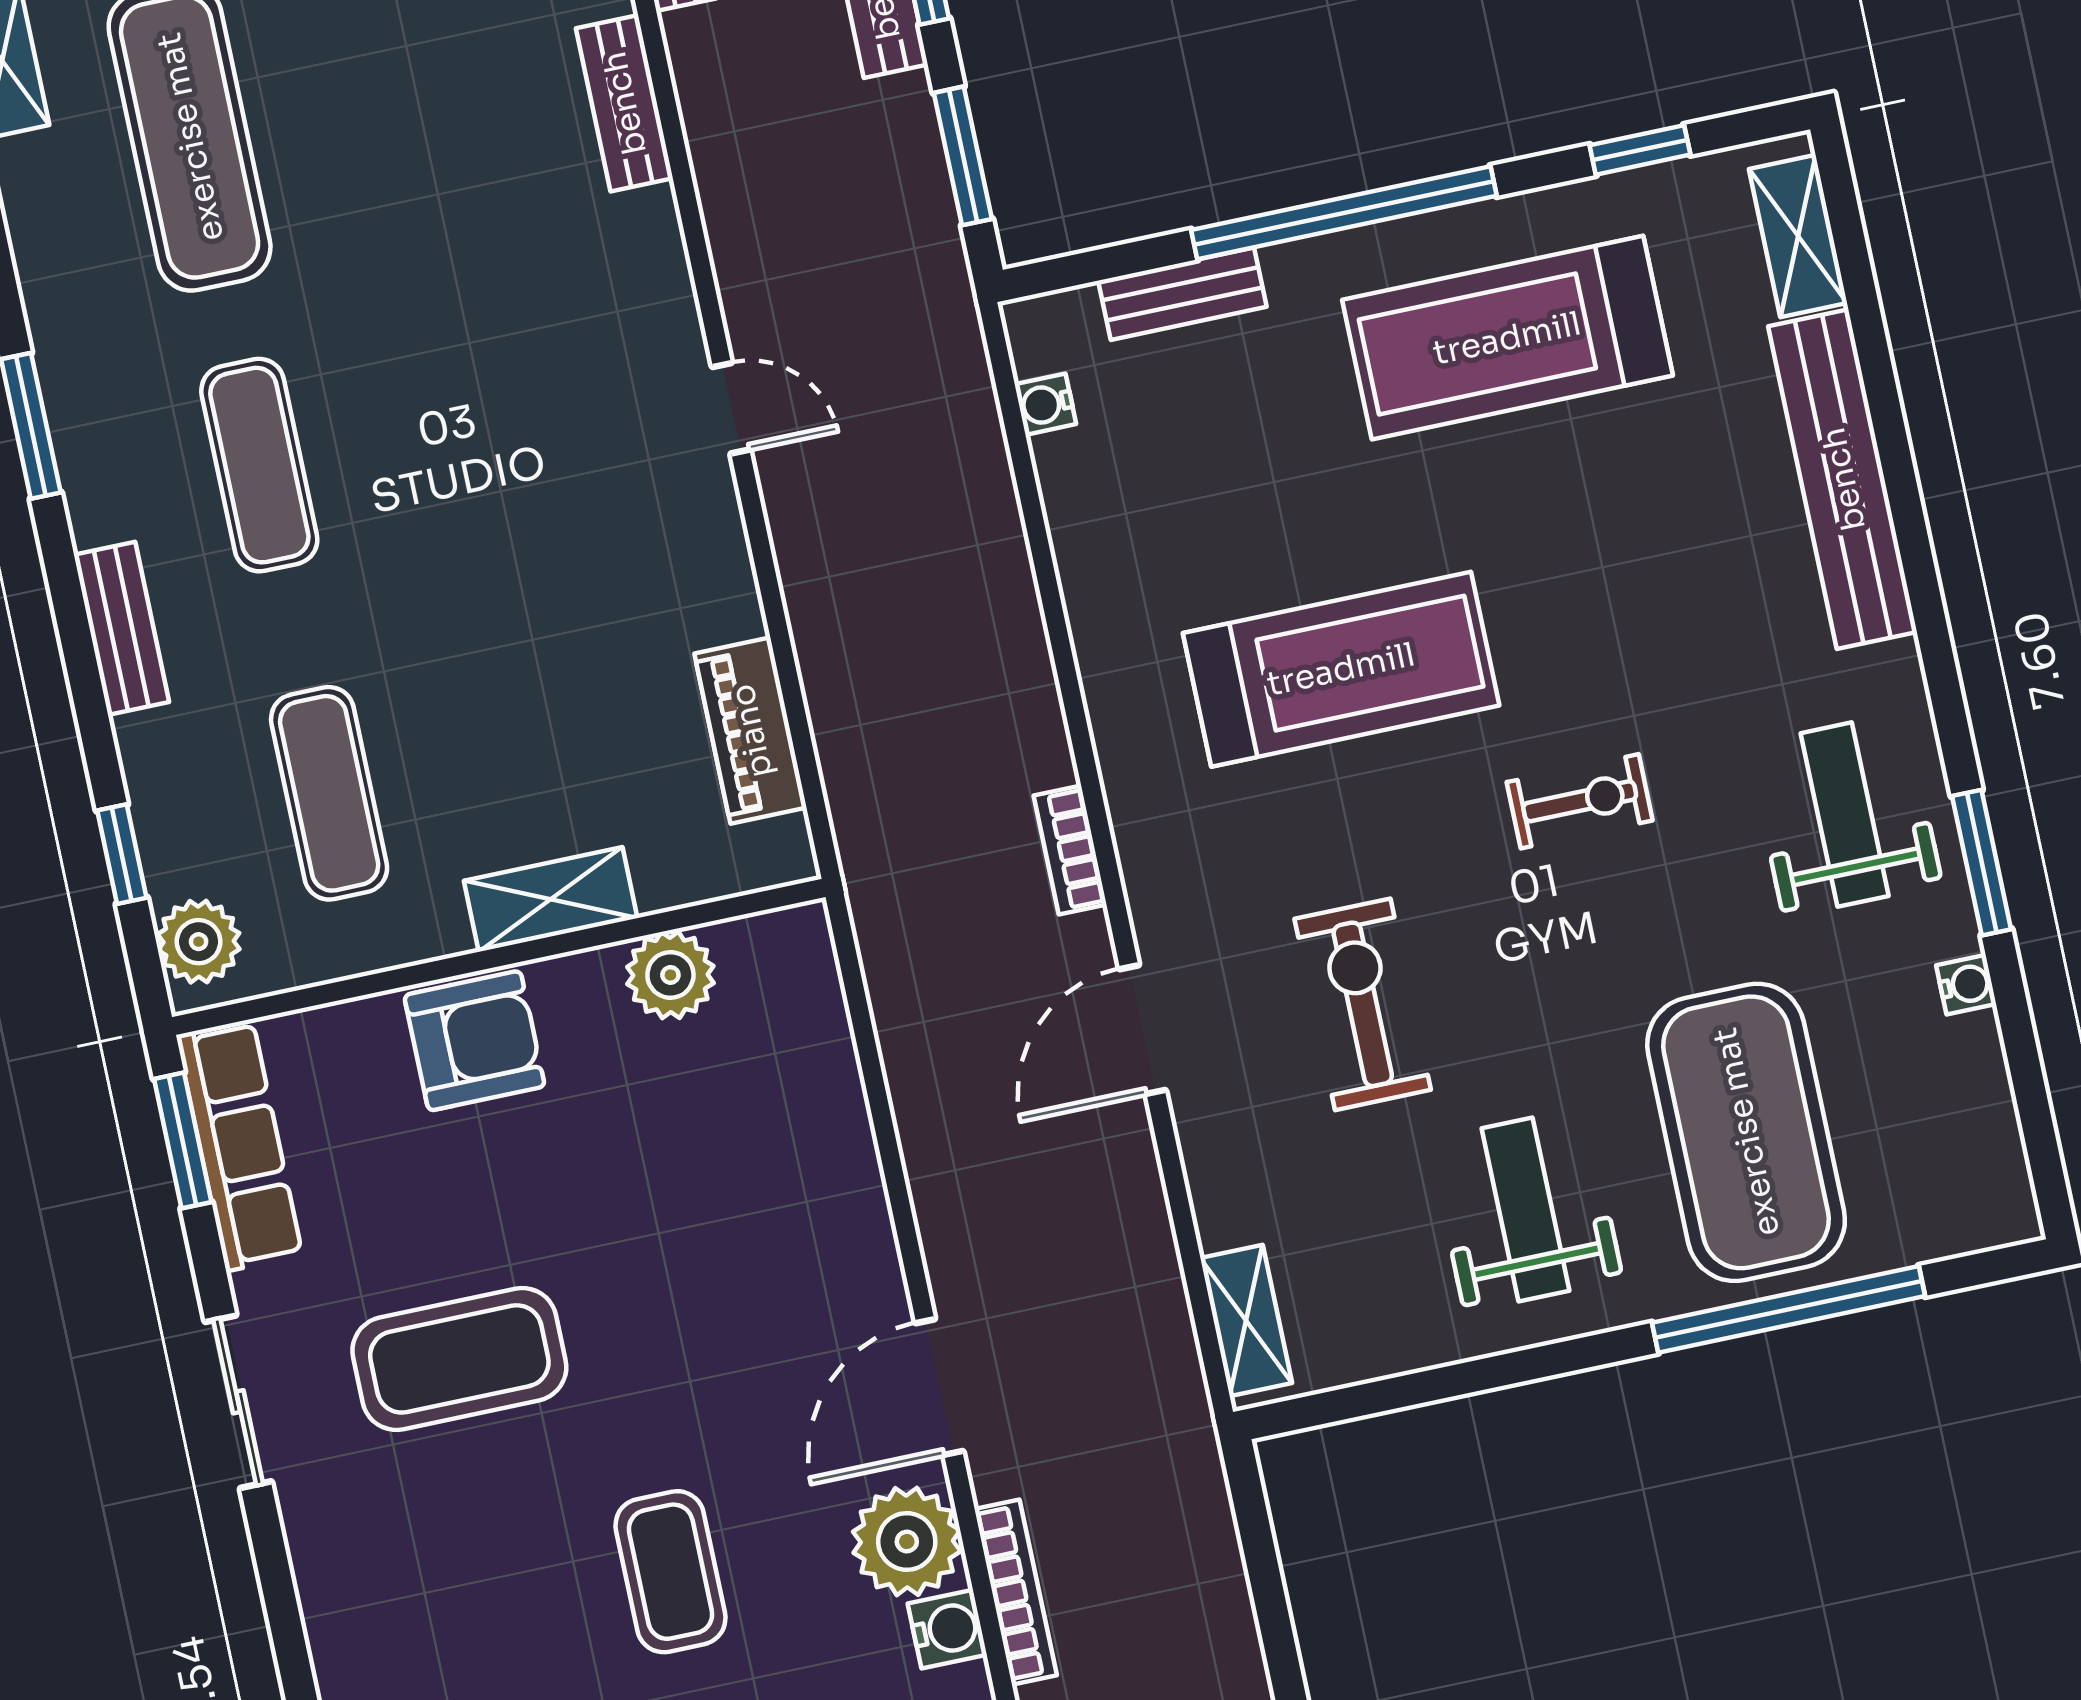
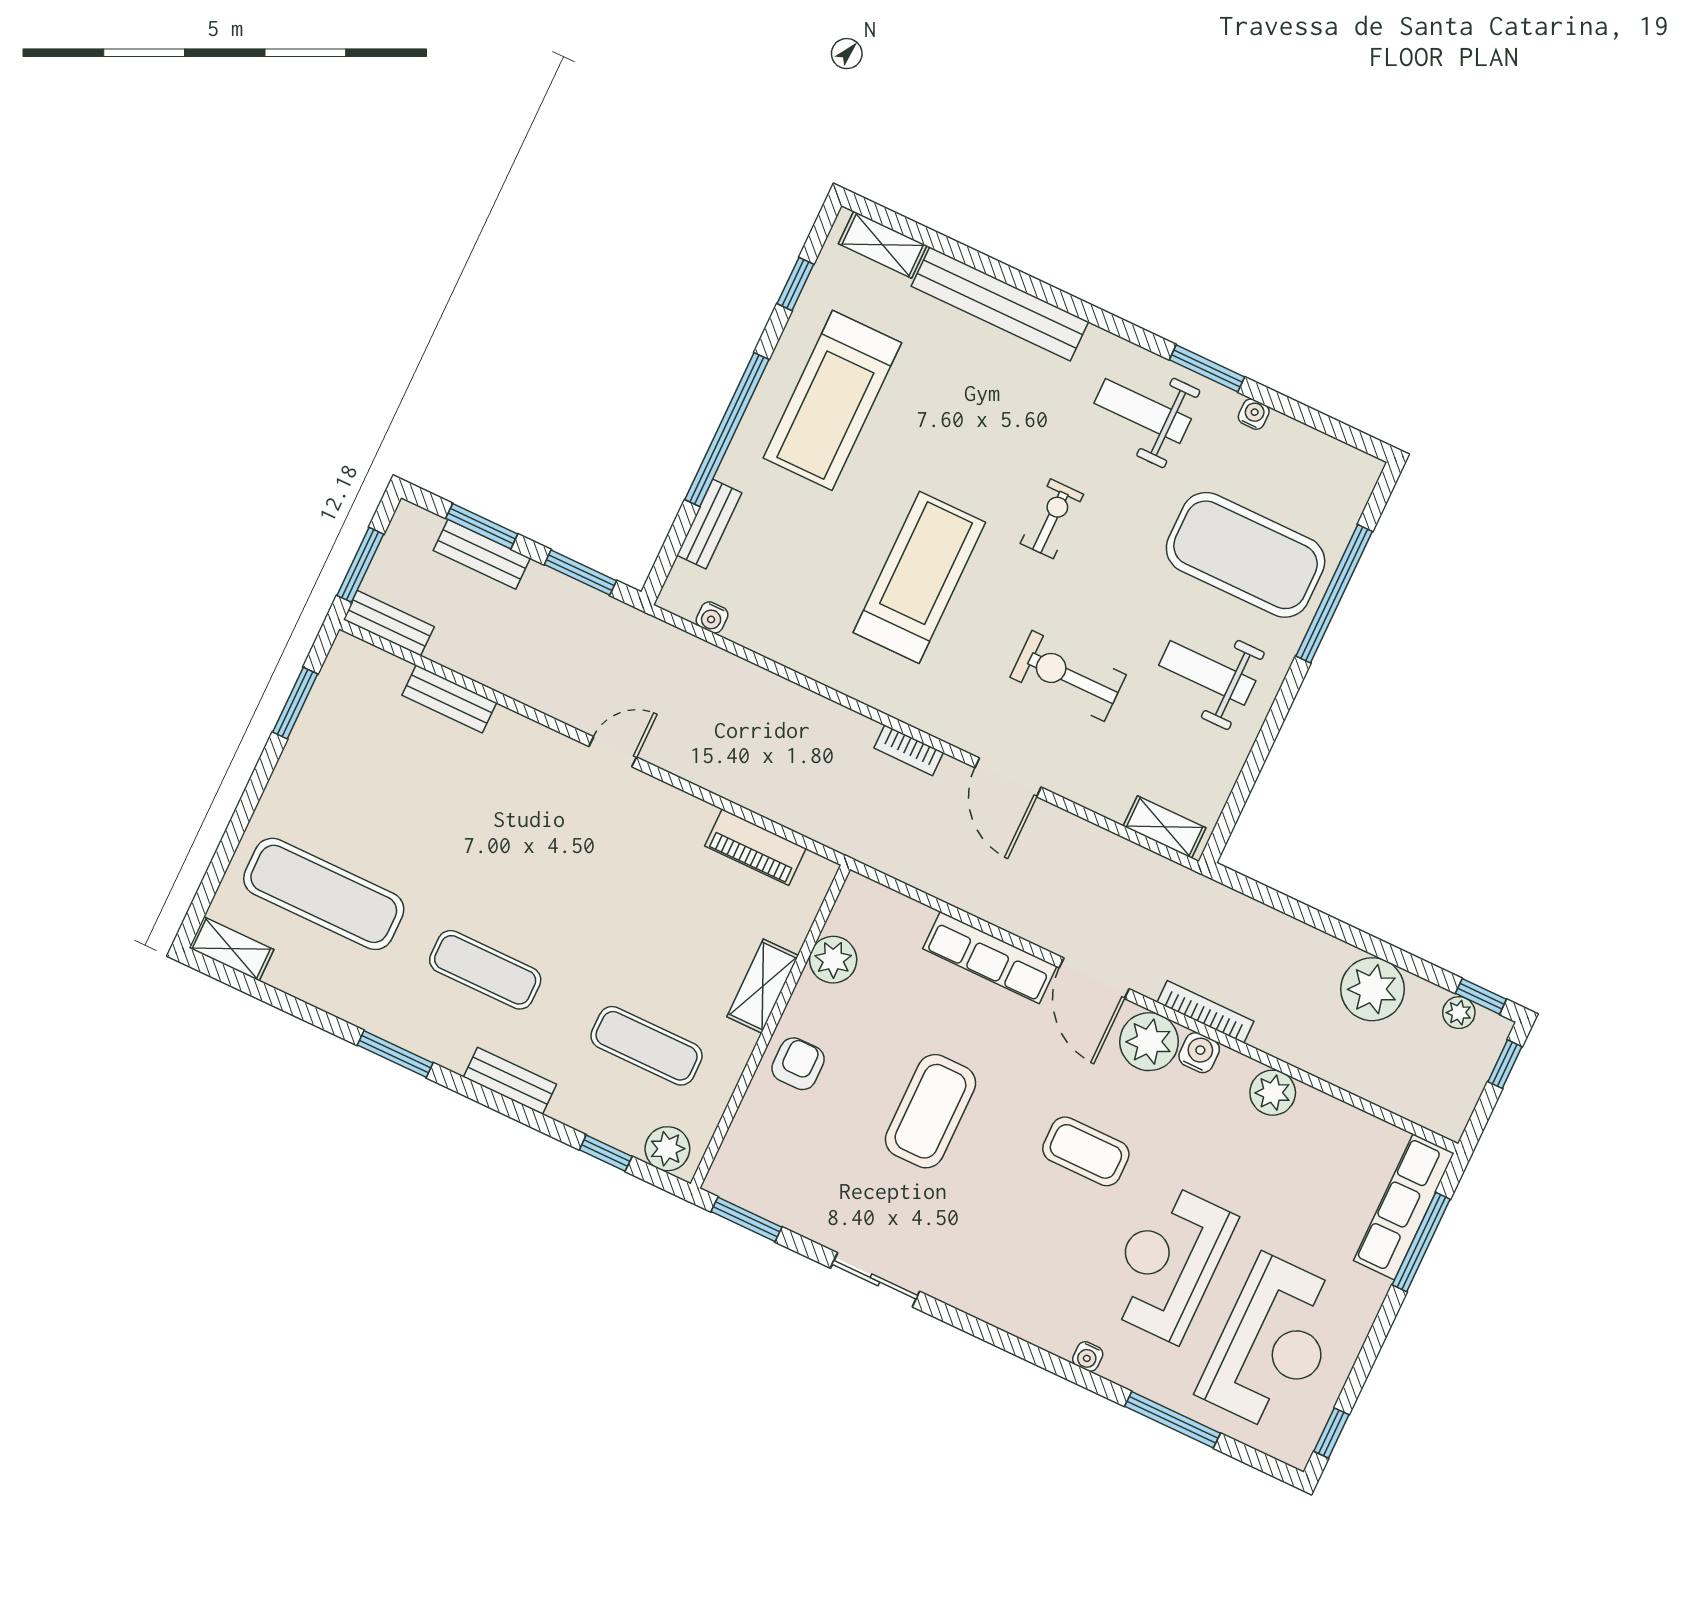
armchair: (474, 1041) -> (798, 1064), width x0.72, depth x0.72
row of seats: (239, 1145) -> (990, 958), moved, turned 180
coffee table: (459, 1359) -> (930, 1111), moved

